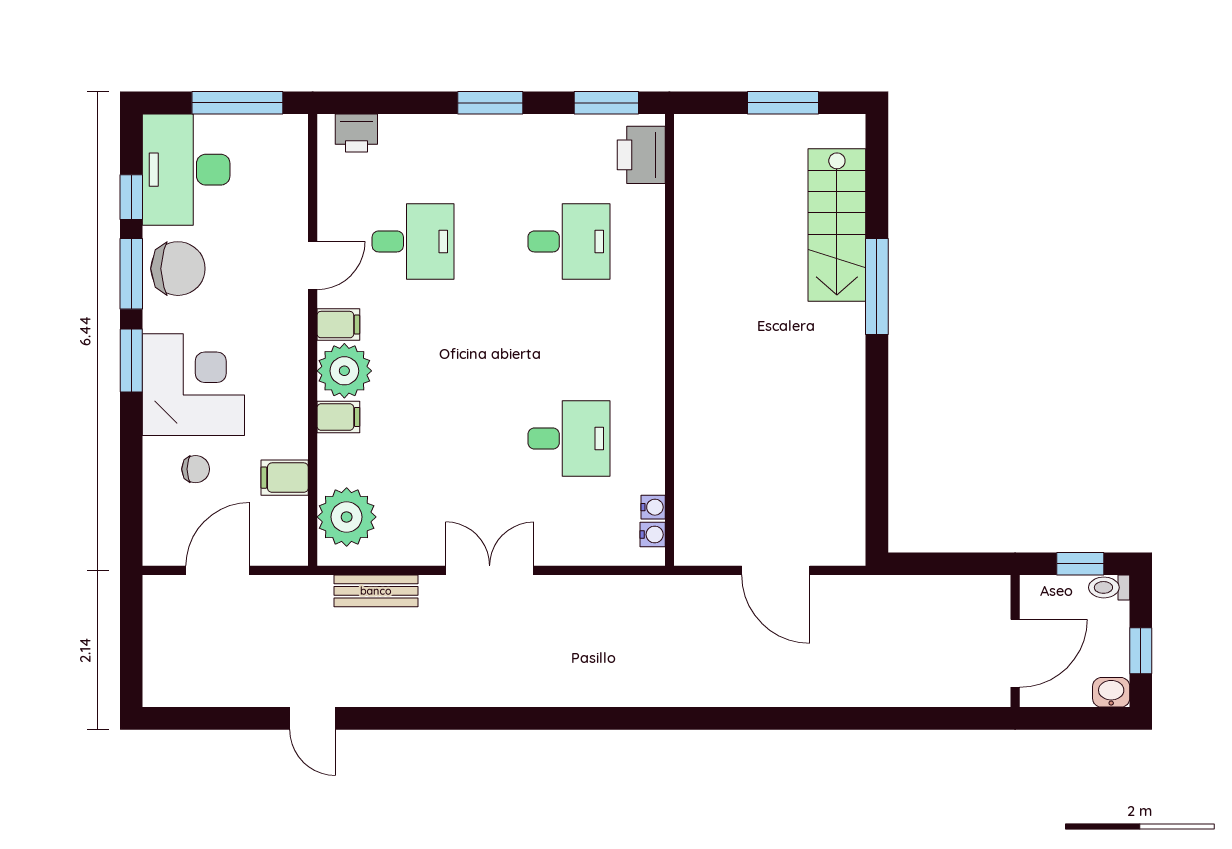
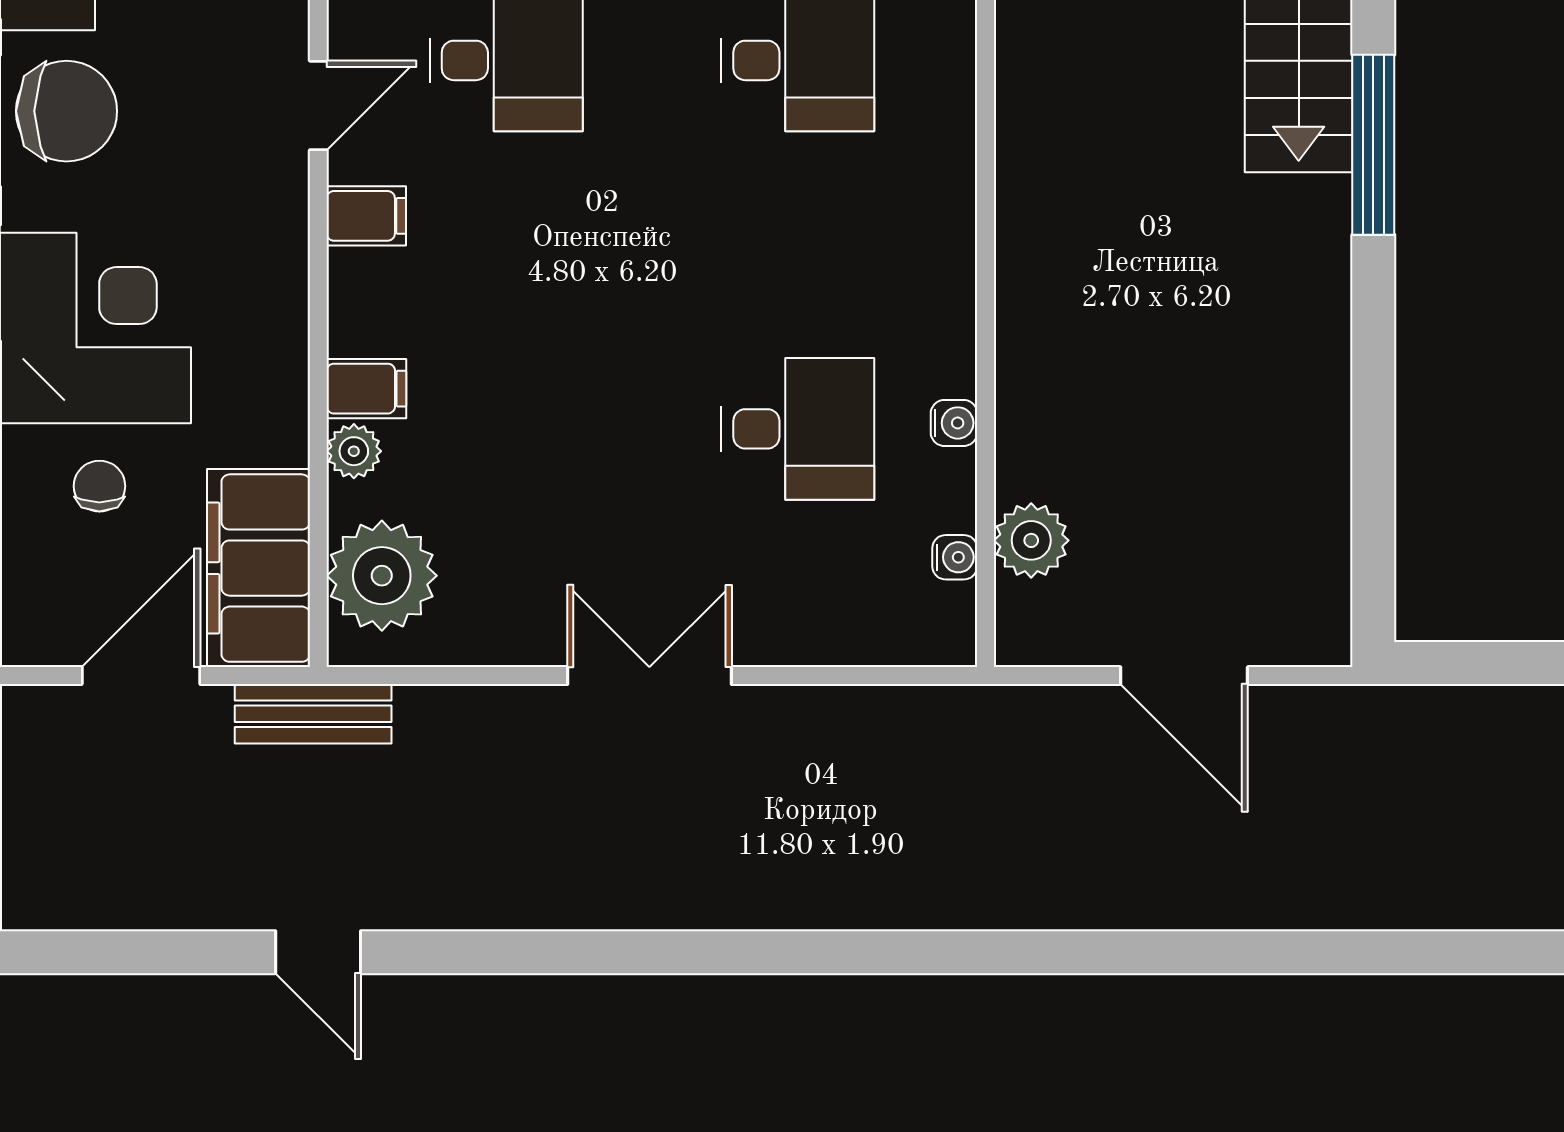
plant: (344, 371) -> (354, 451), moved, width x0.53, depth x0.53
chair: (196, 469) -> (99, 486), turned -90
filing cabinet: (285, 478) -> (259, 568), width x3.00, depth x1.17
plant: (694, 498) -> (1031, 540), added
water cooler: (653, 535) -> (954, 423), moved
bench: (376, 591) -> (313, 714), moved

